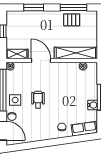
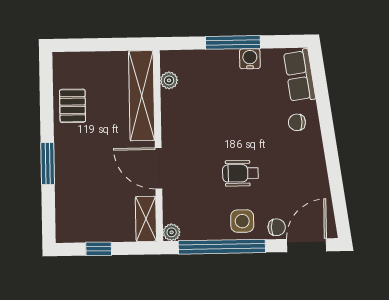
window: (34, 8) -> (48, 164), moved
window: (74, 8) -> (47, 102), removed
door: (41, 60) -> (158, 168), hinge flipped

